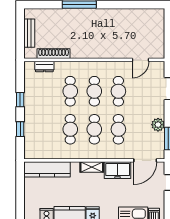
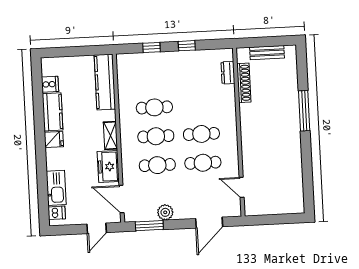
cafe table: (70, 91) -> (200, 105), removed

